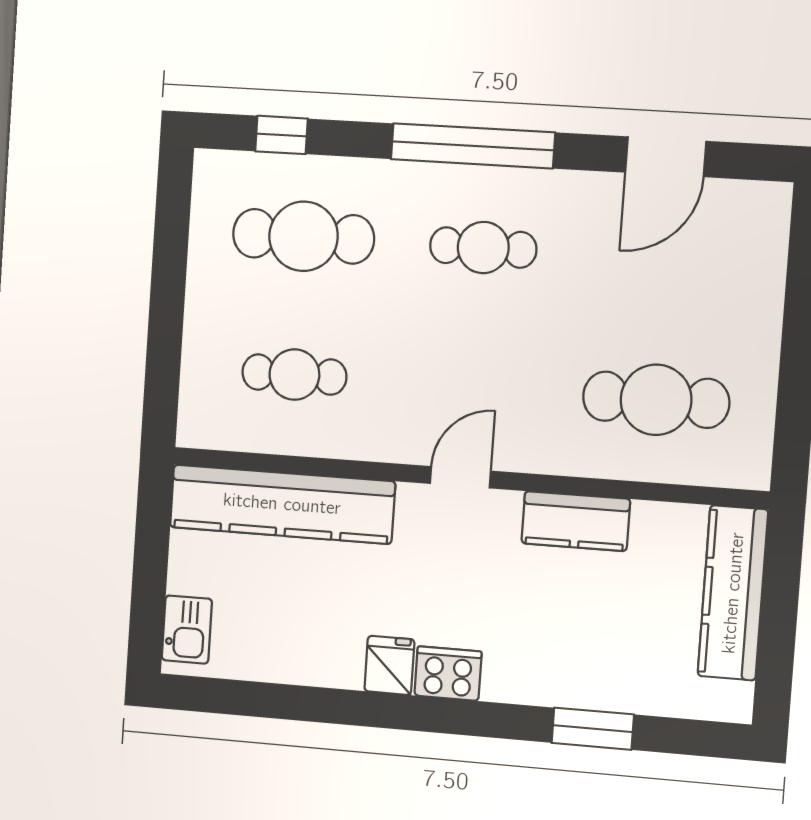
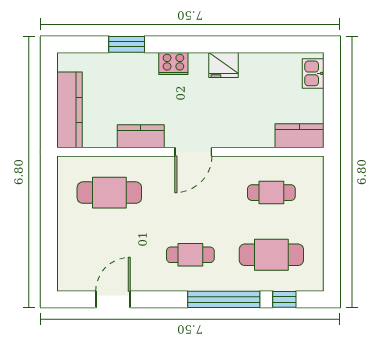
window: (473, 146) -> (224, 299), moved
door: (460, 477) -> (193, 152), width x1.38
kitchen counter: (282, 504) -> (300, 136), width x0.48, depth x0.86
fridge: (389, 665) -> (224, 65), width x1.38
cooker: (448, 674) -> (173, 64), moved

